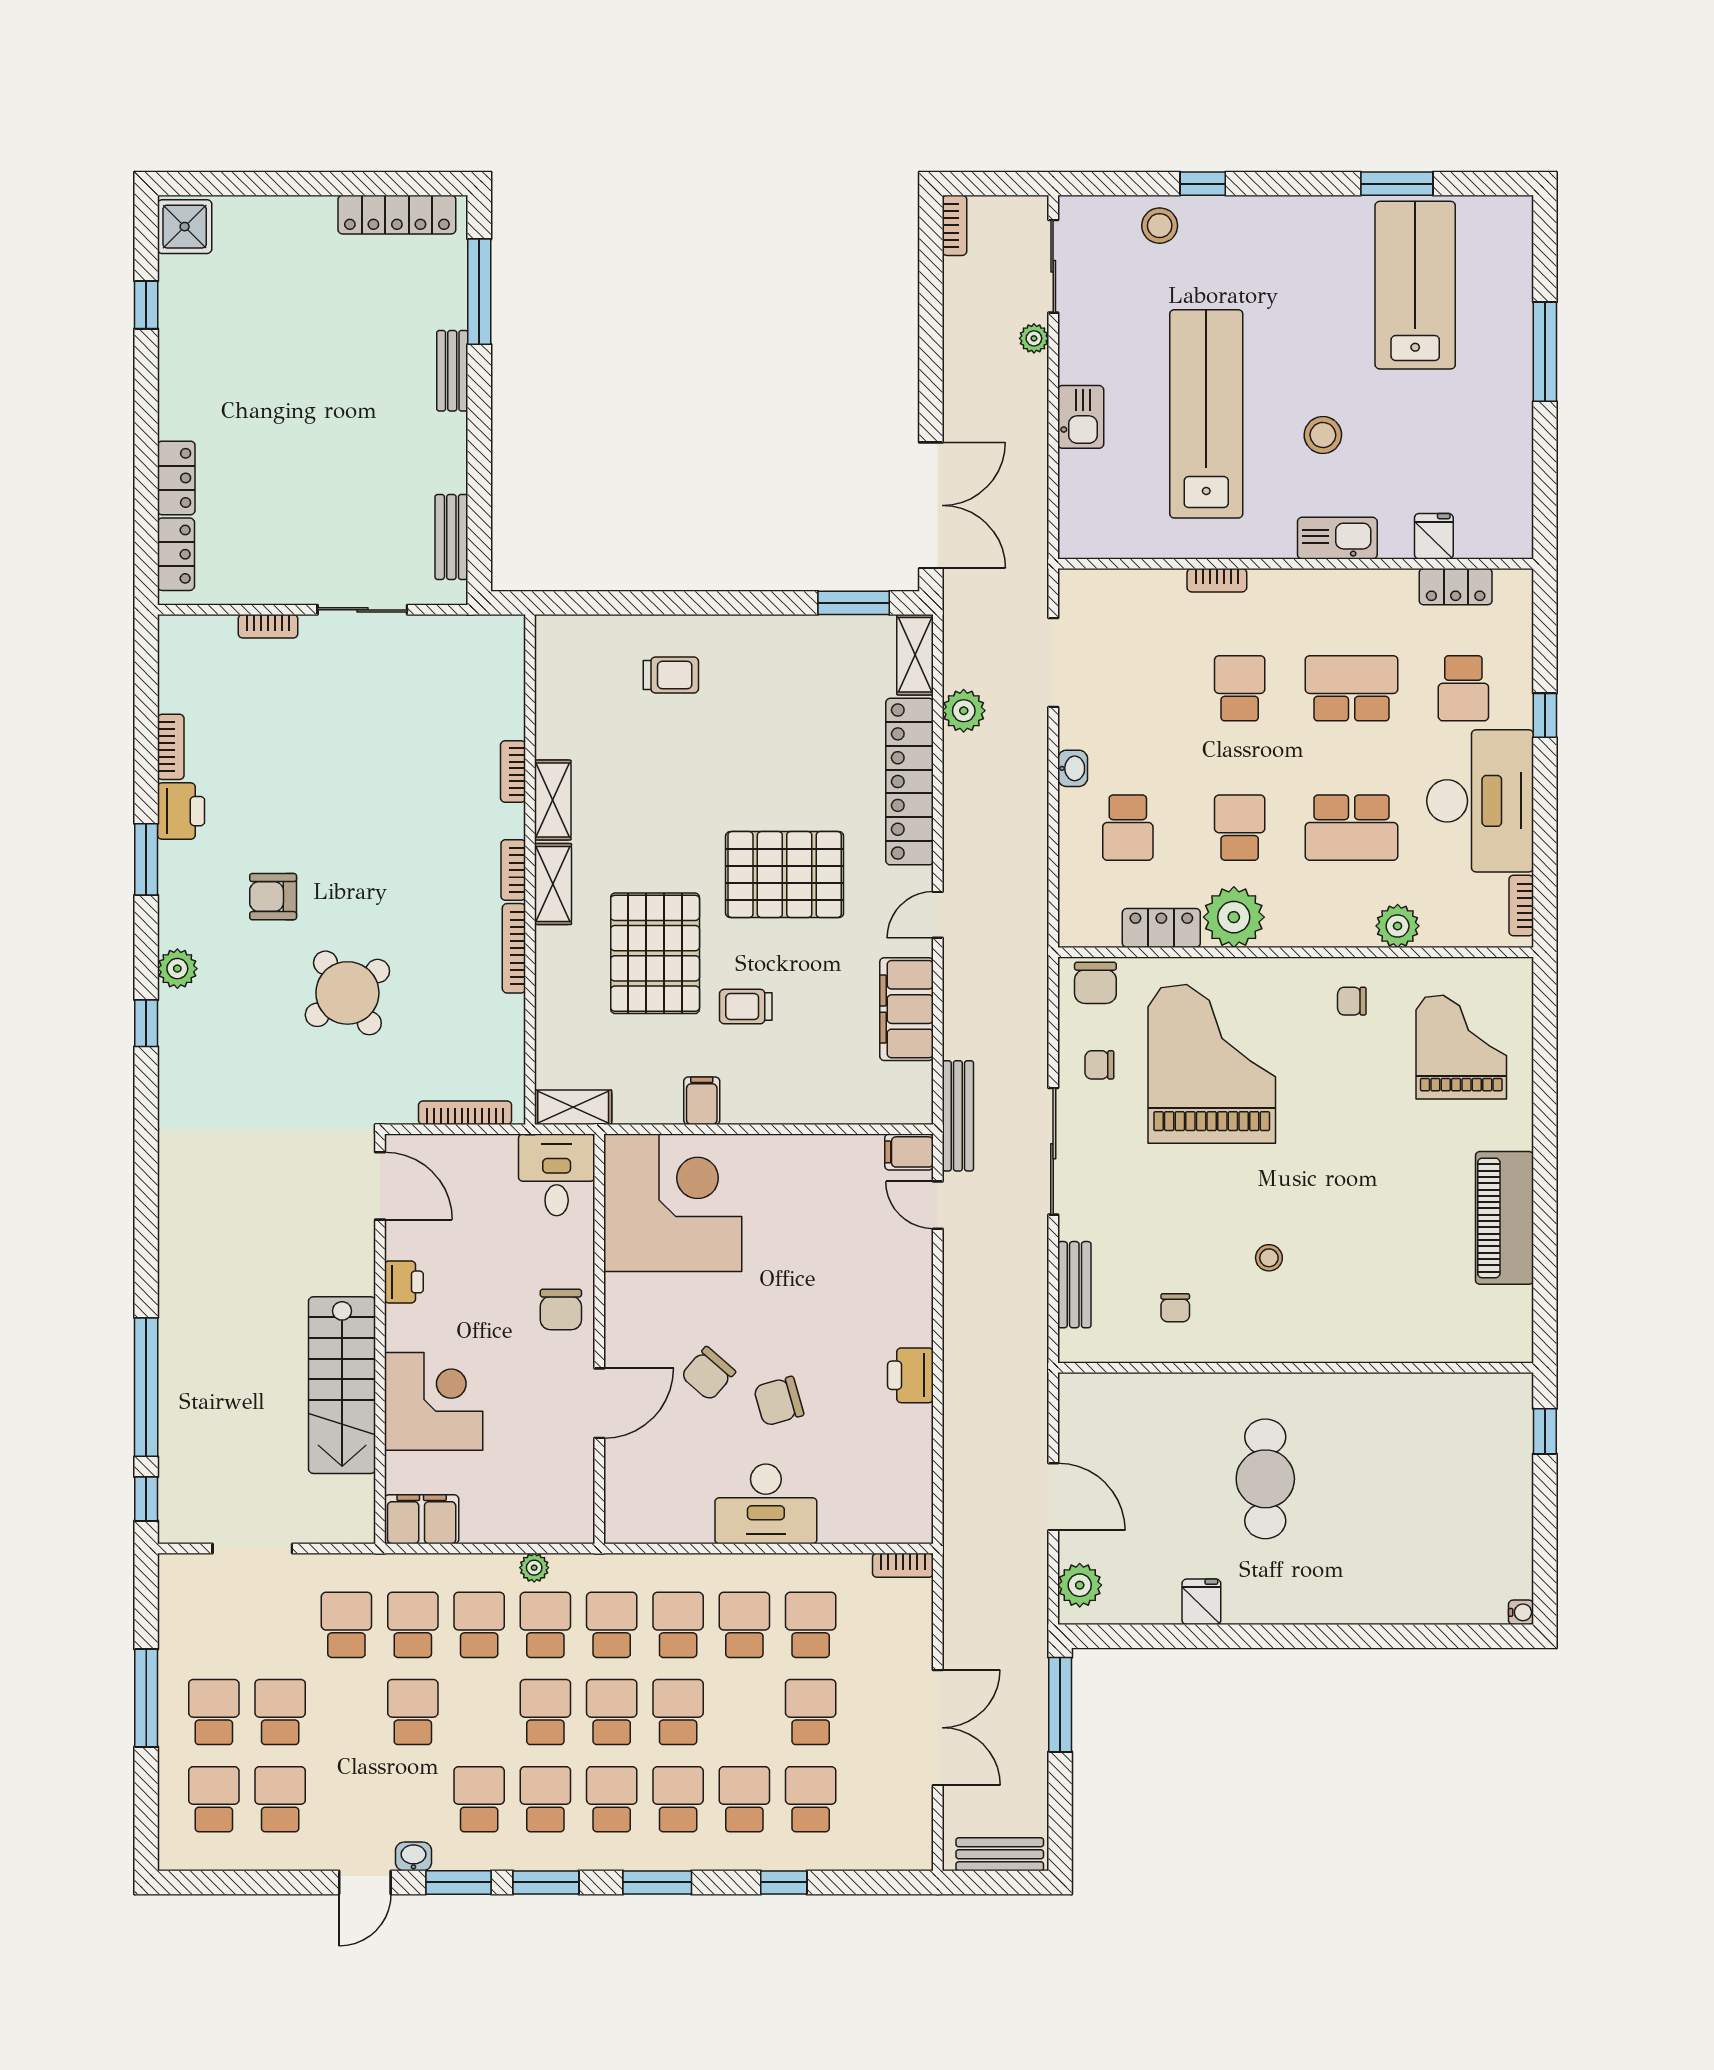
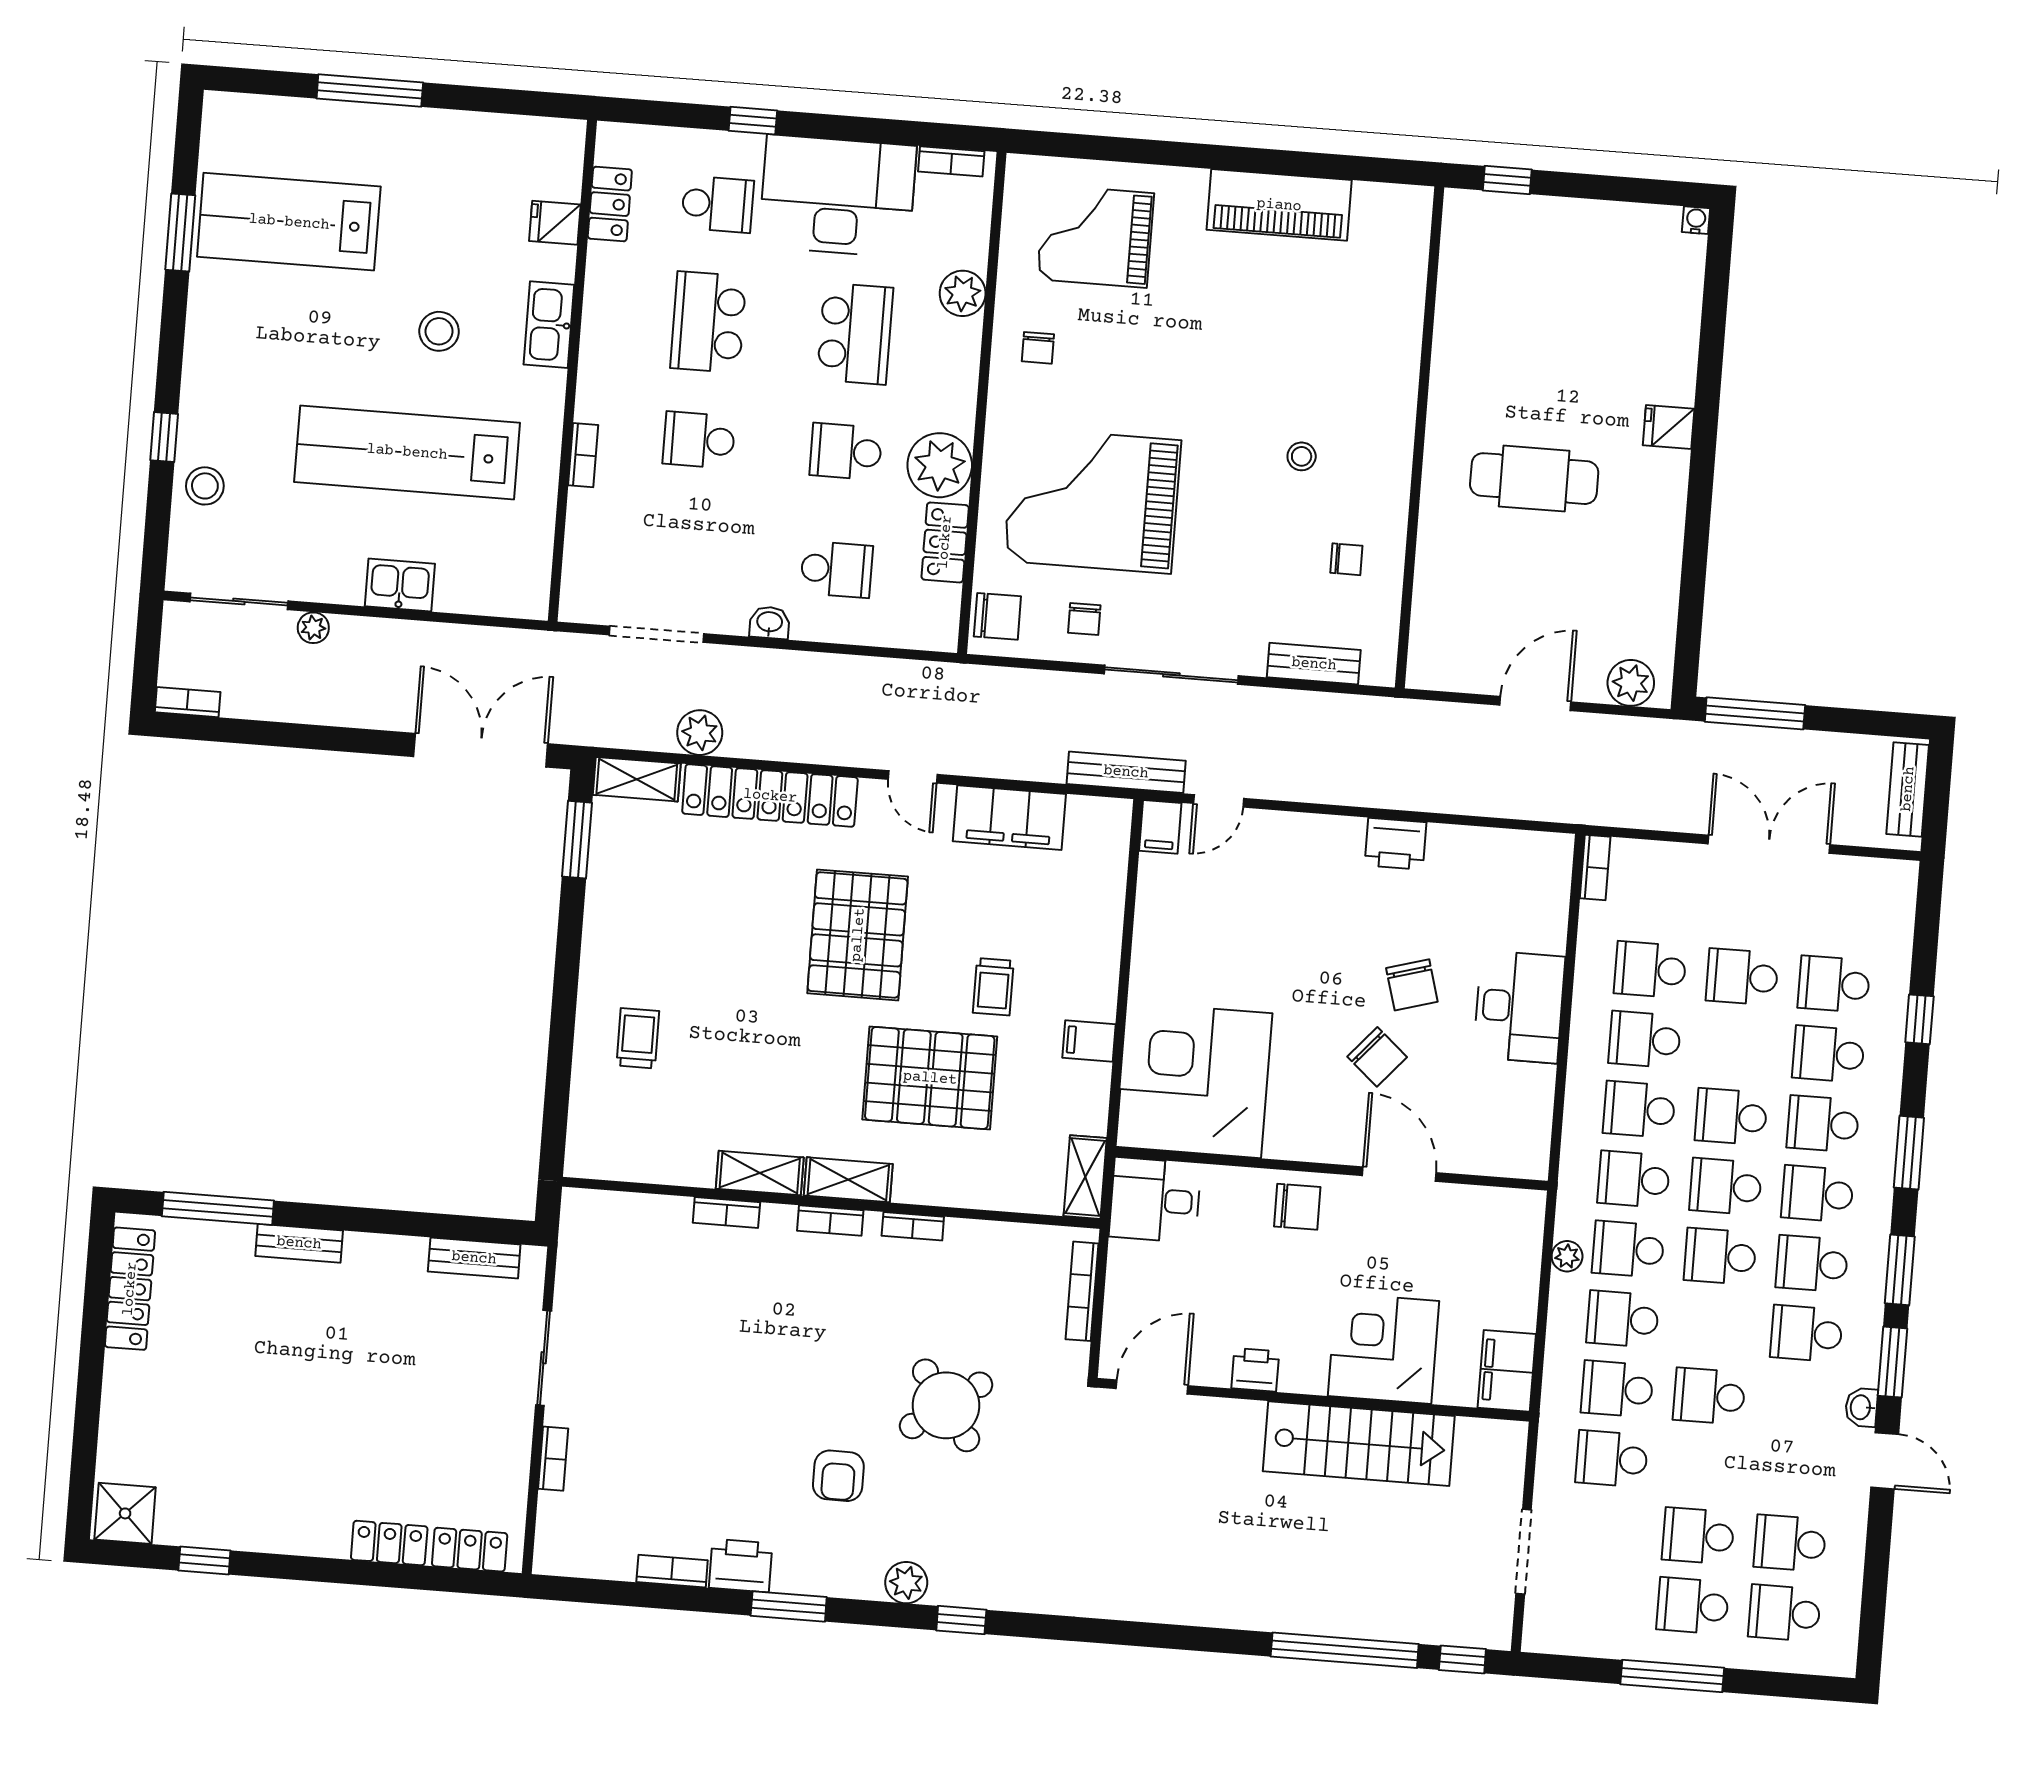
bookcase: (514, 948) -> (913, 1226), width x0.64
fridge: (1201, 1602) -> (1669, 427), moved

